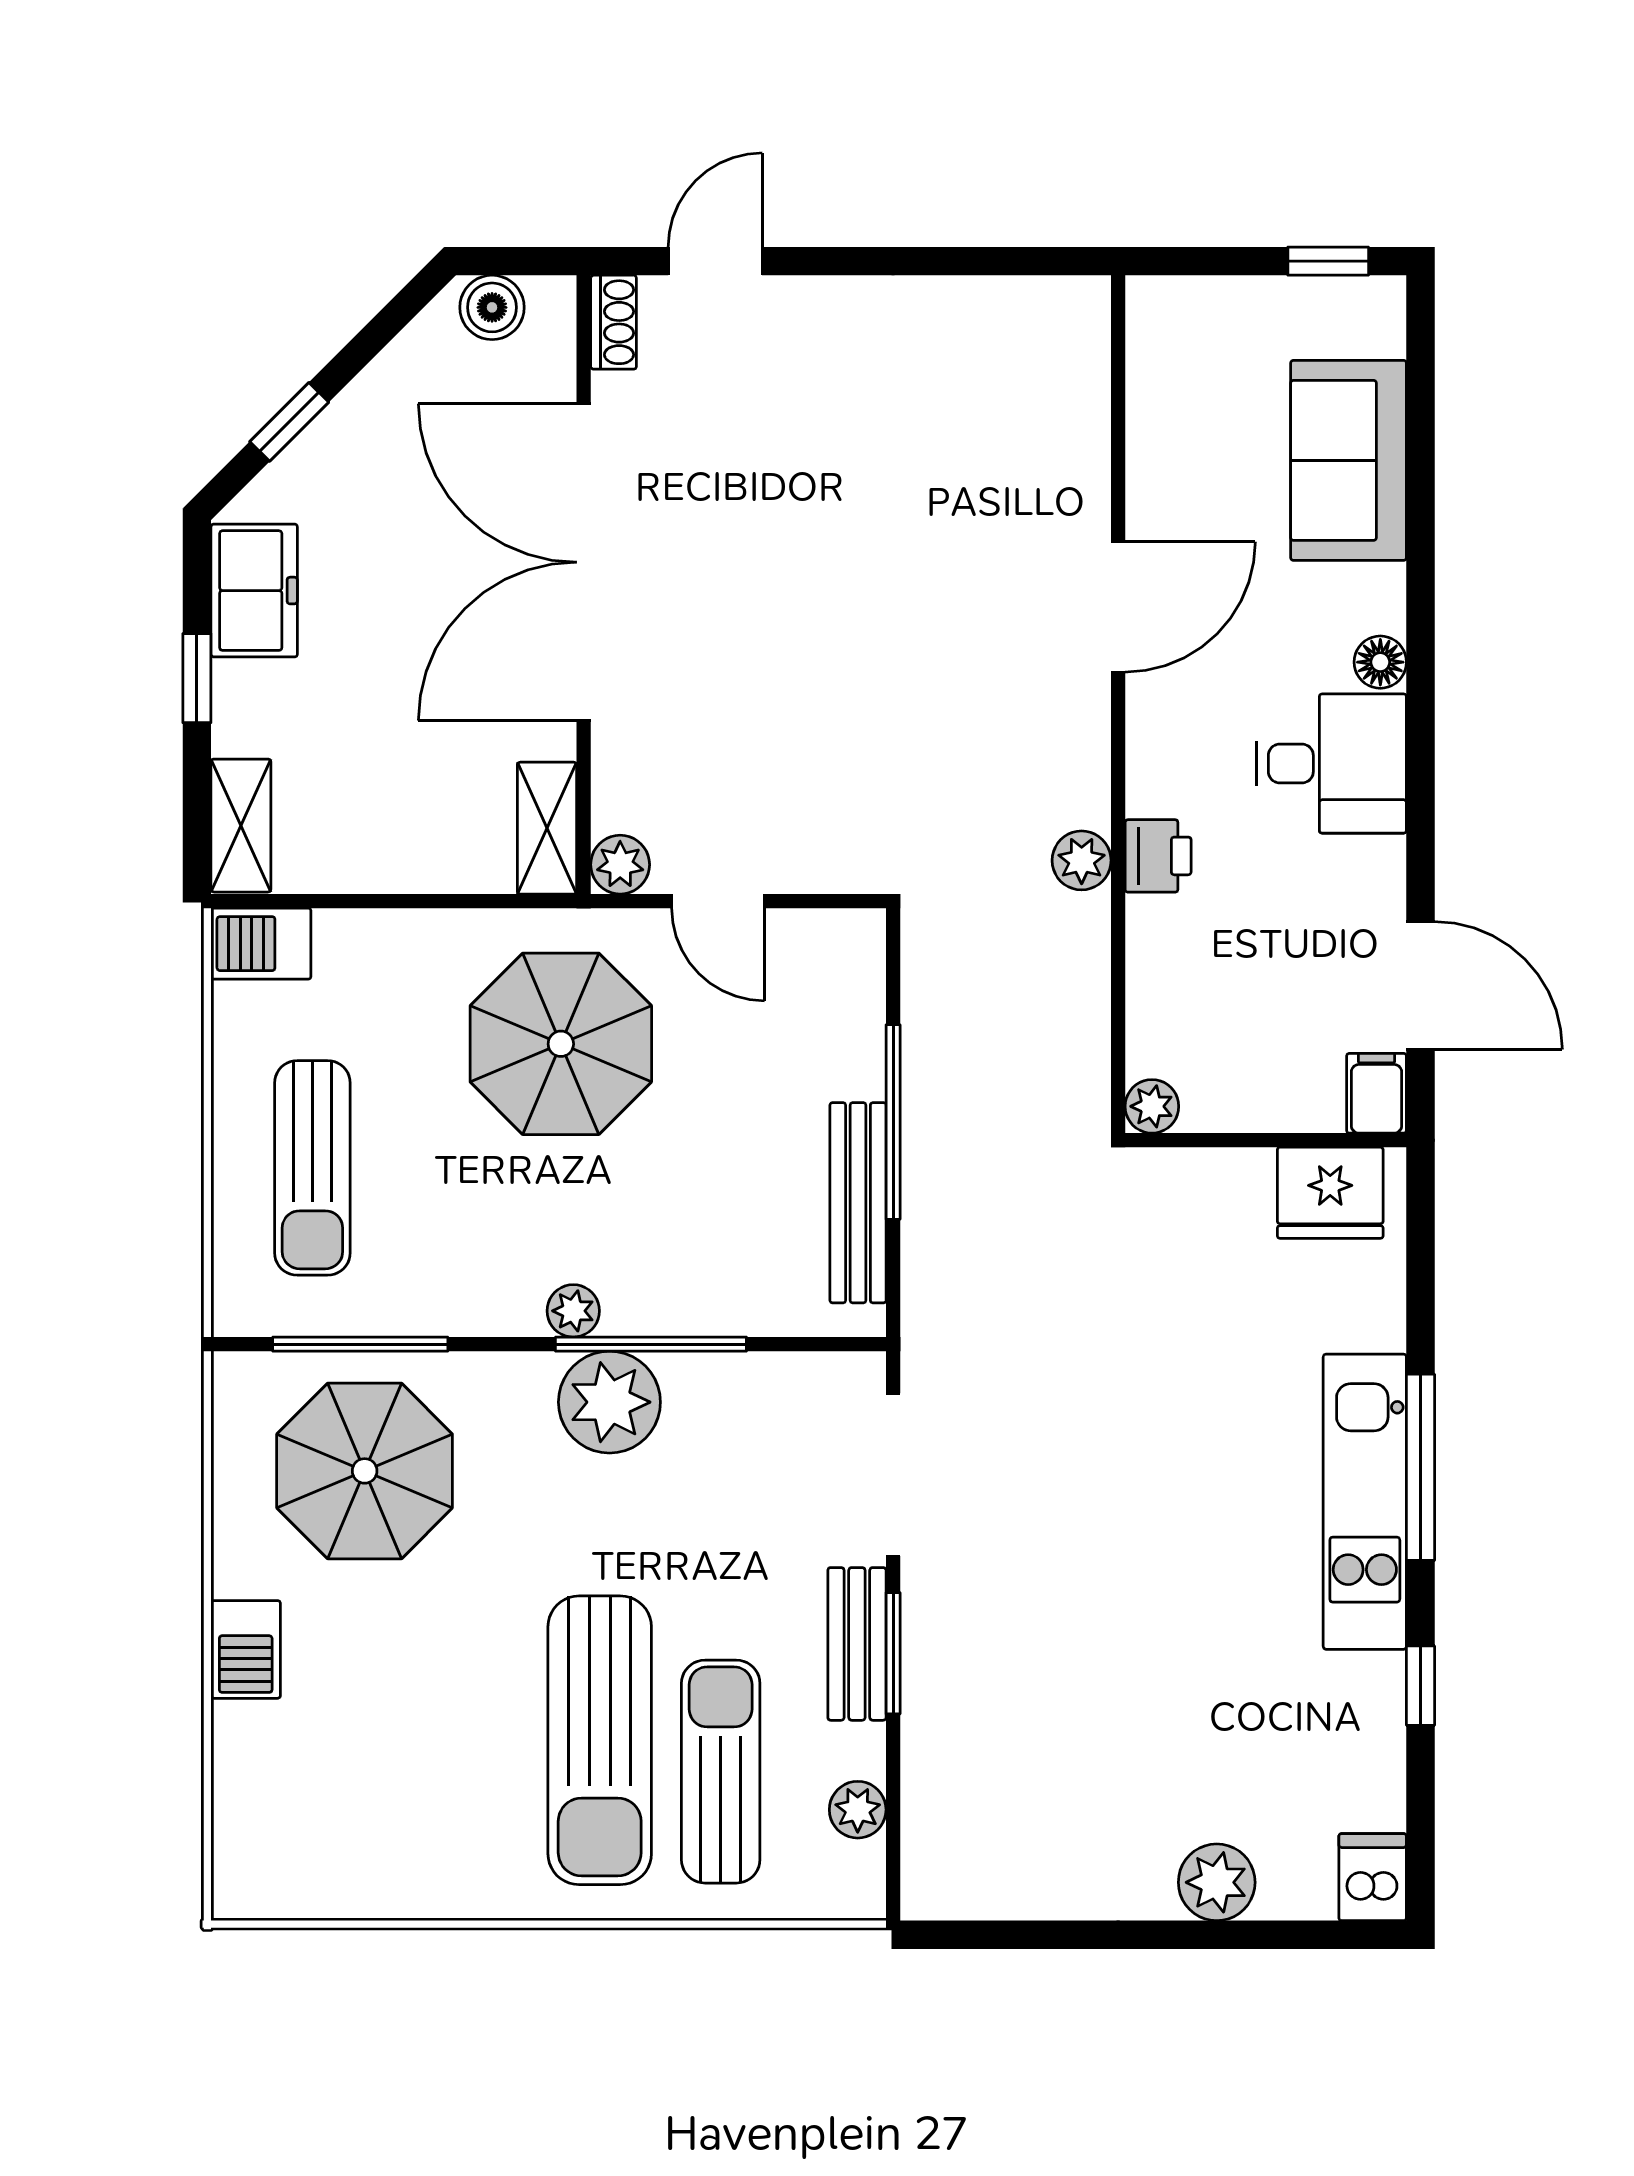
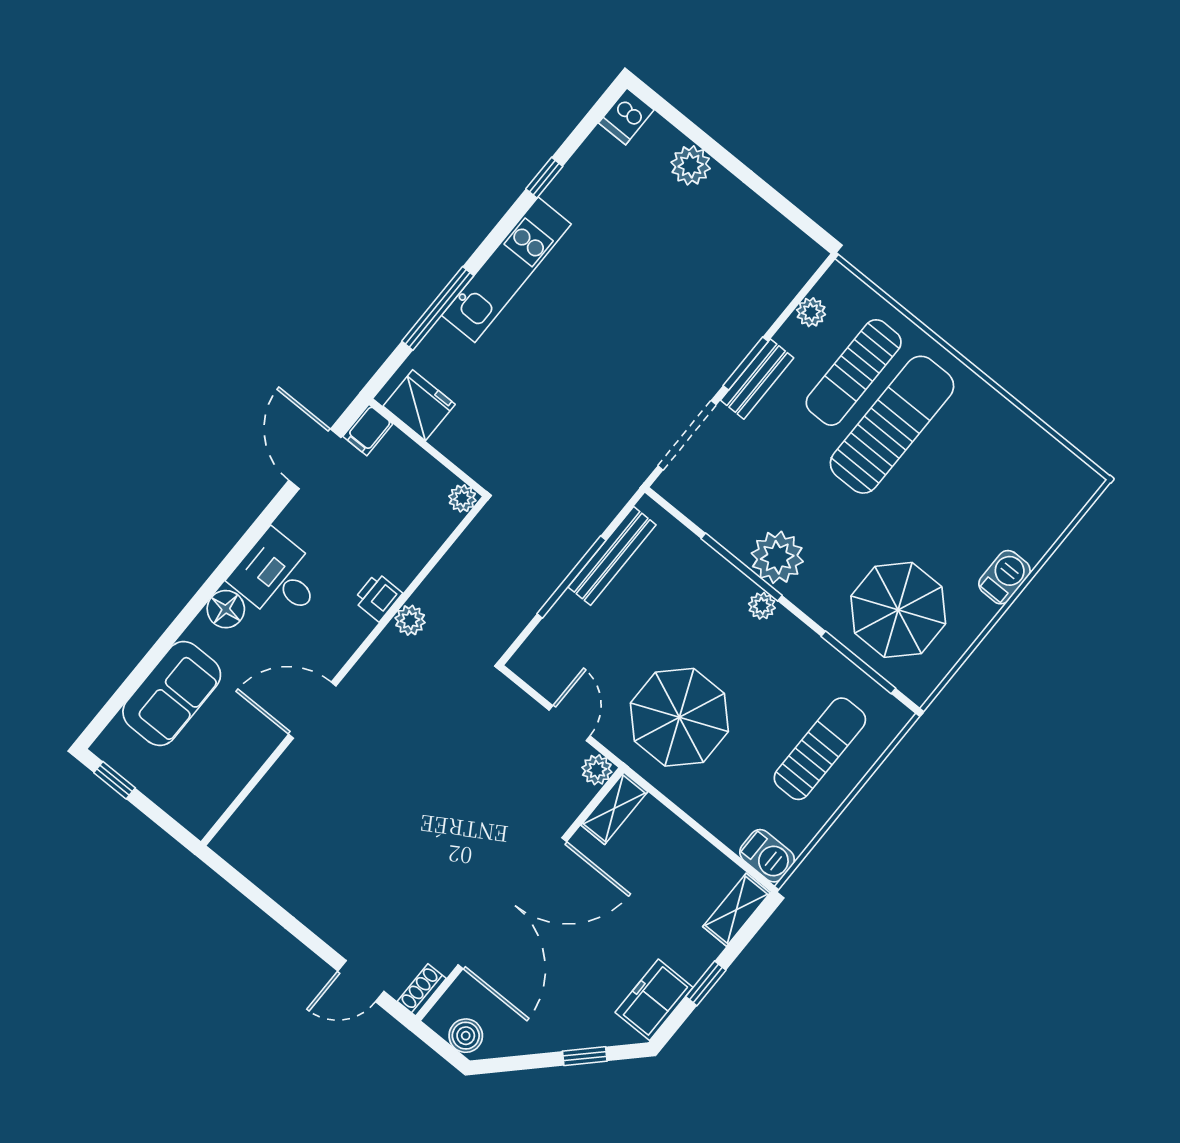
floor lamp: (1380, 662) -> (226, 609), width x1.37, depth x1.37
window: (1420, 1467) -> (438, 308), moved

